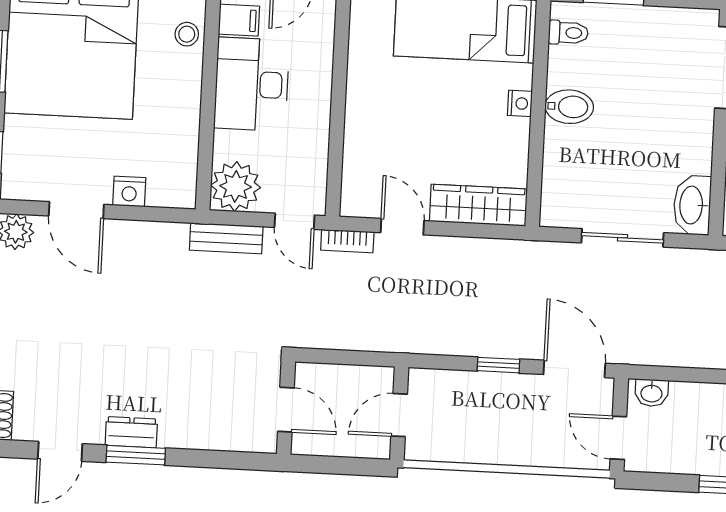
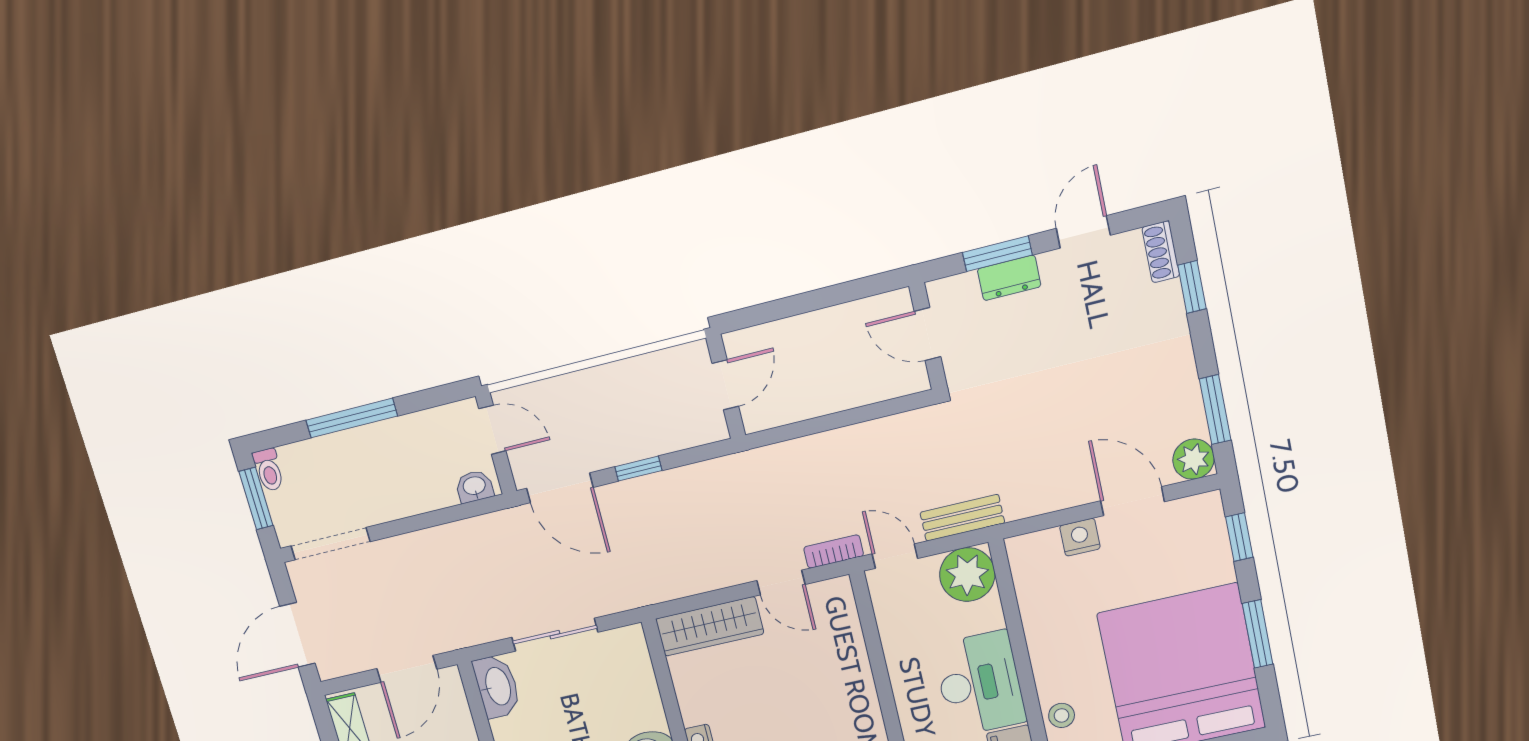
wall: (286, 408) -> (928, 336), moved
door: (286, 410) -> (927, 334), moved

